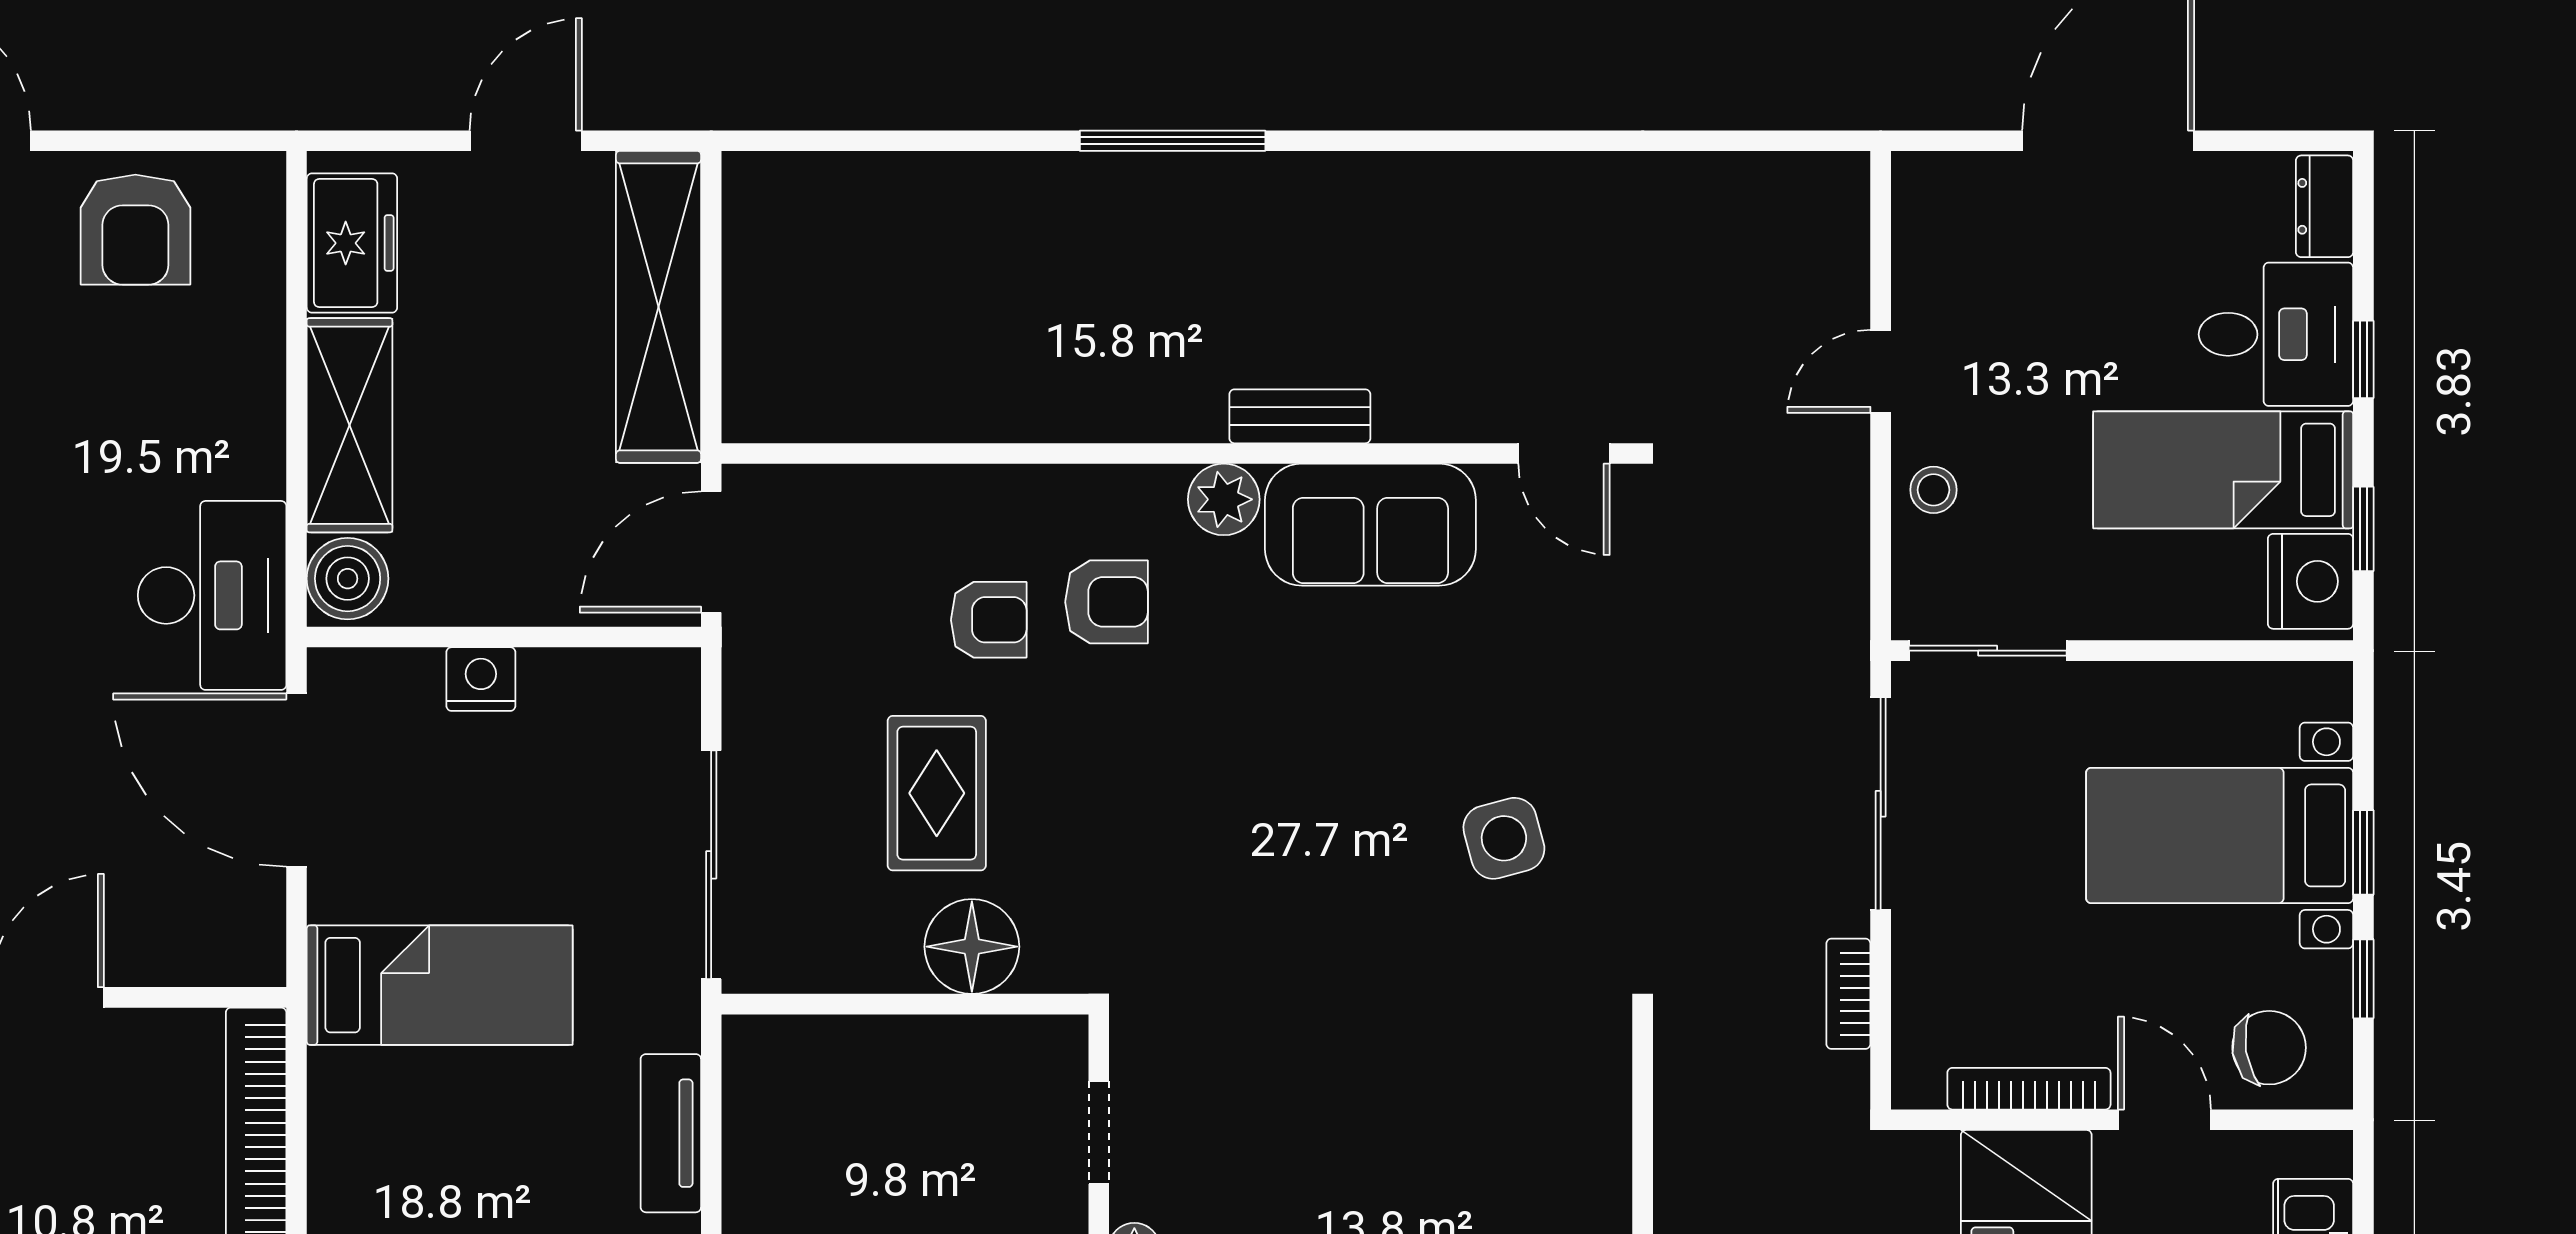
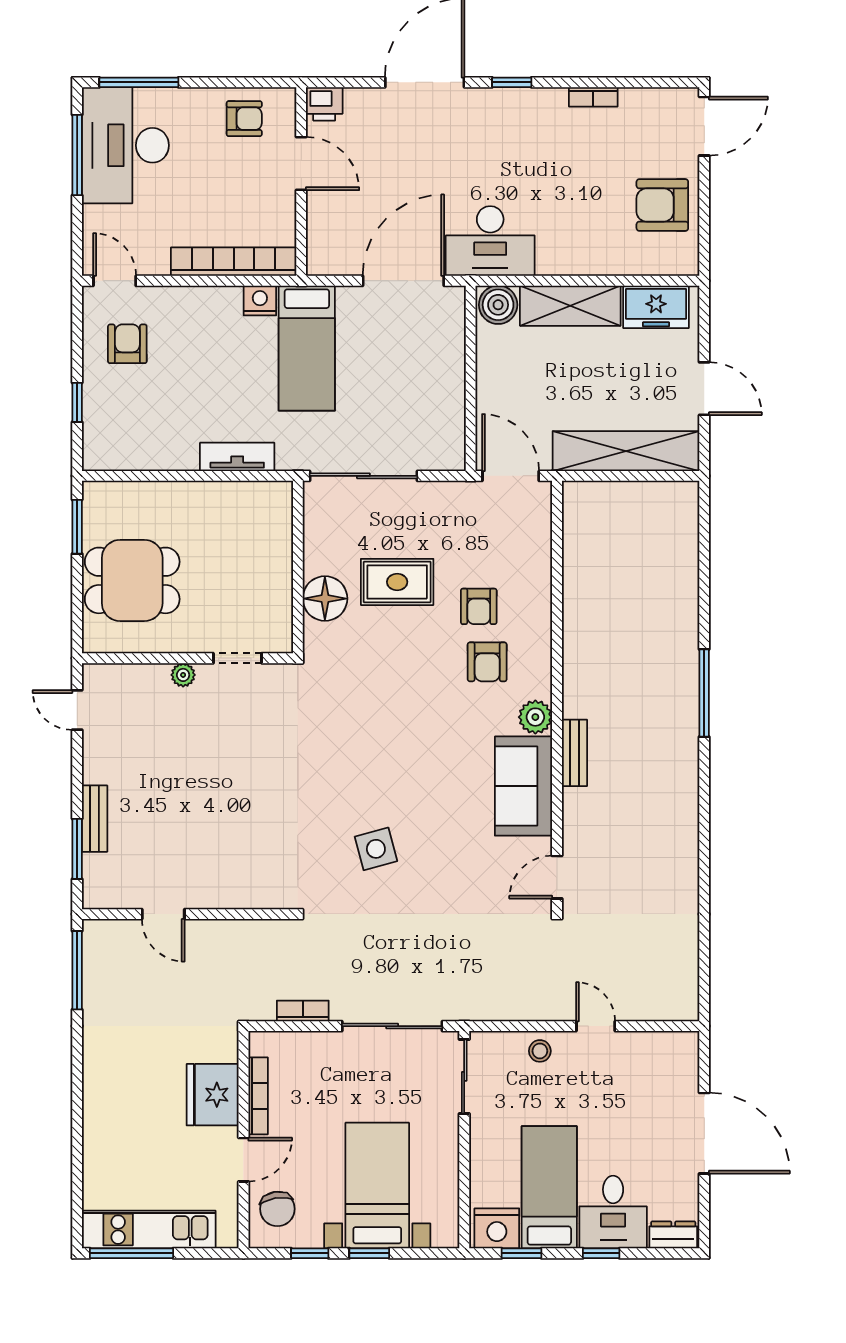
nightstand: (481, 679) -> (260, 301), moved, turned -90

